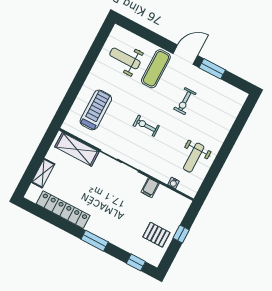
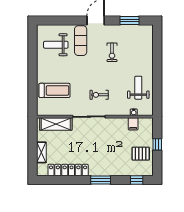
window: (212, 69) -> (130, 20), moved
treadmill: (96, 110) -> (54, 90), turned 90
exercise bike: (146, 126) -> (99, 95), moved
weight bench: (194, 158) -> (138, 88), turned 180
filing cabinet: (150, 188) -> (133, 124), moved

